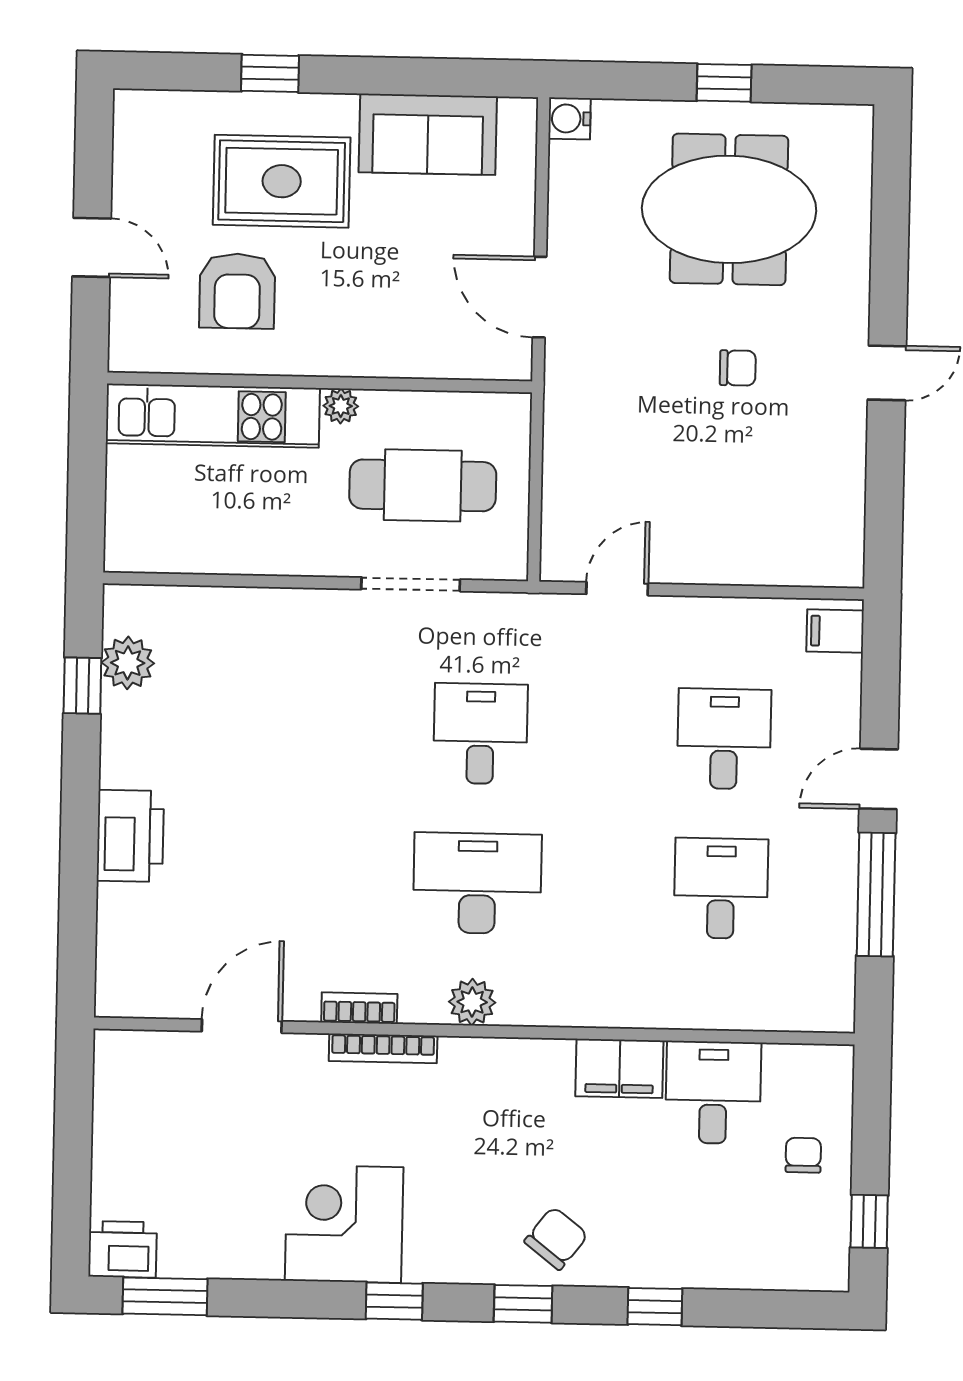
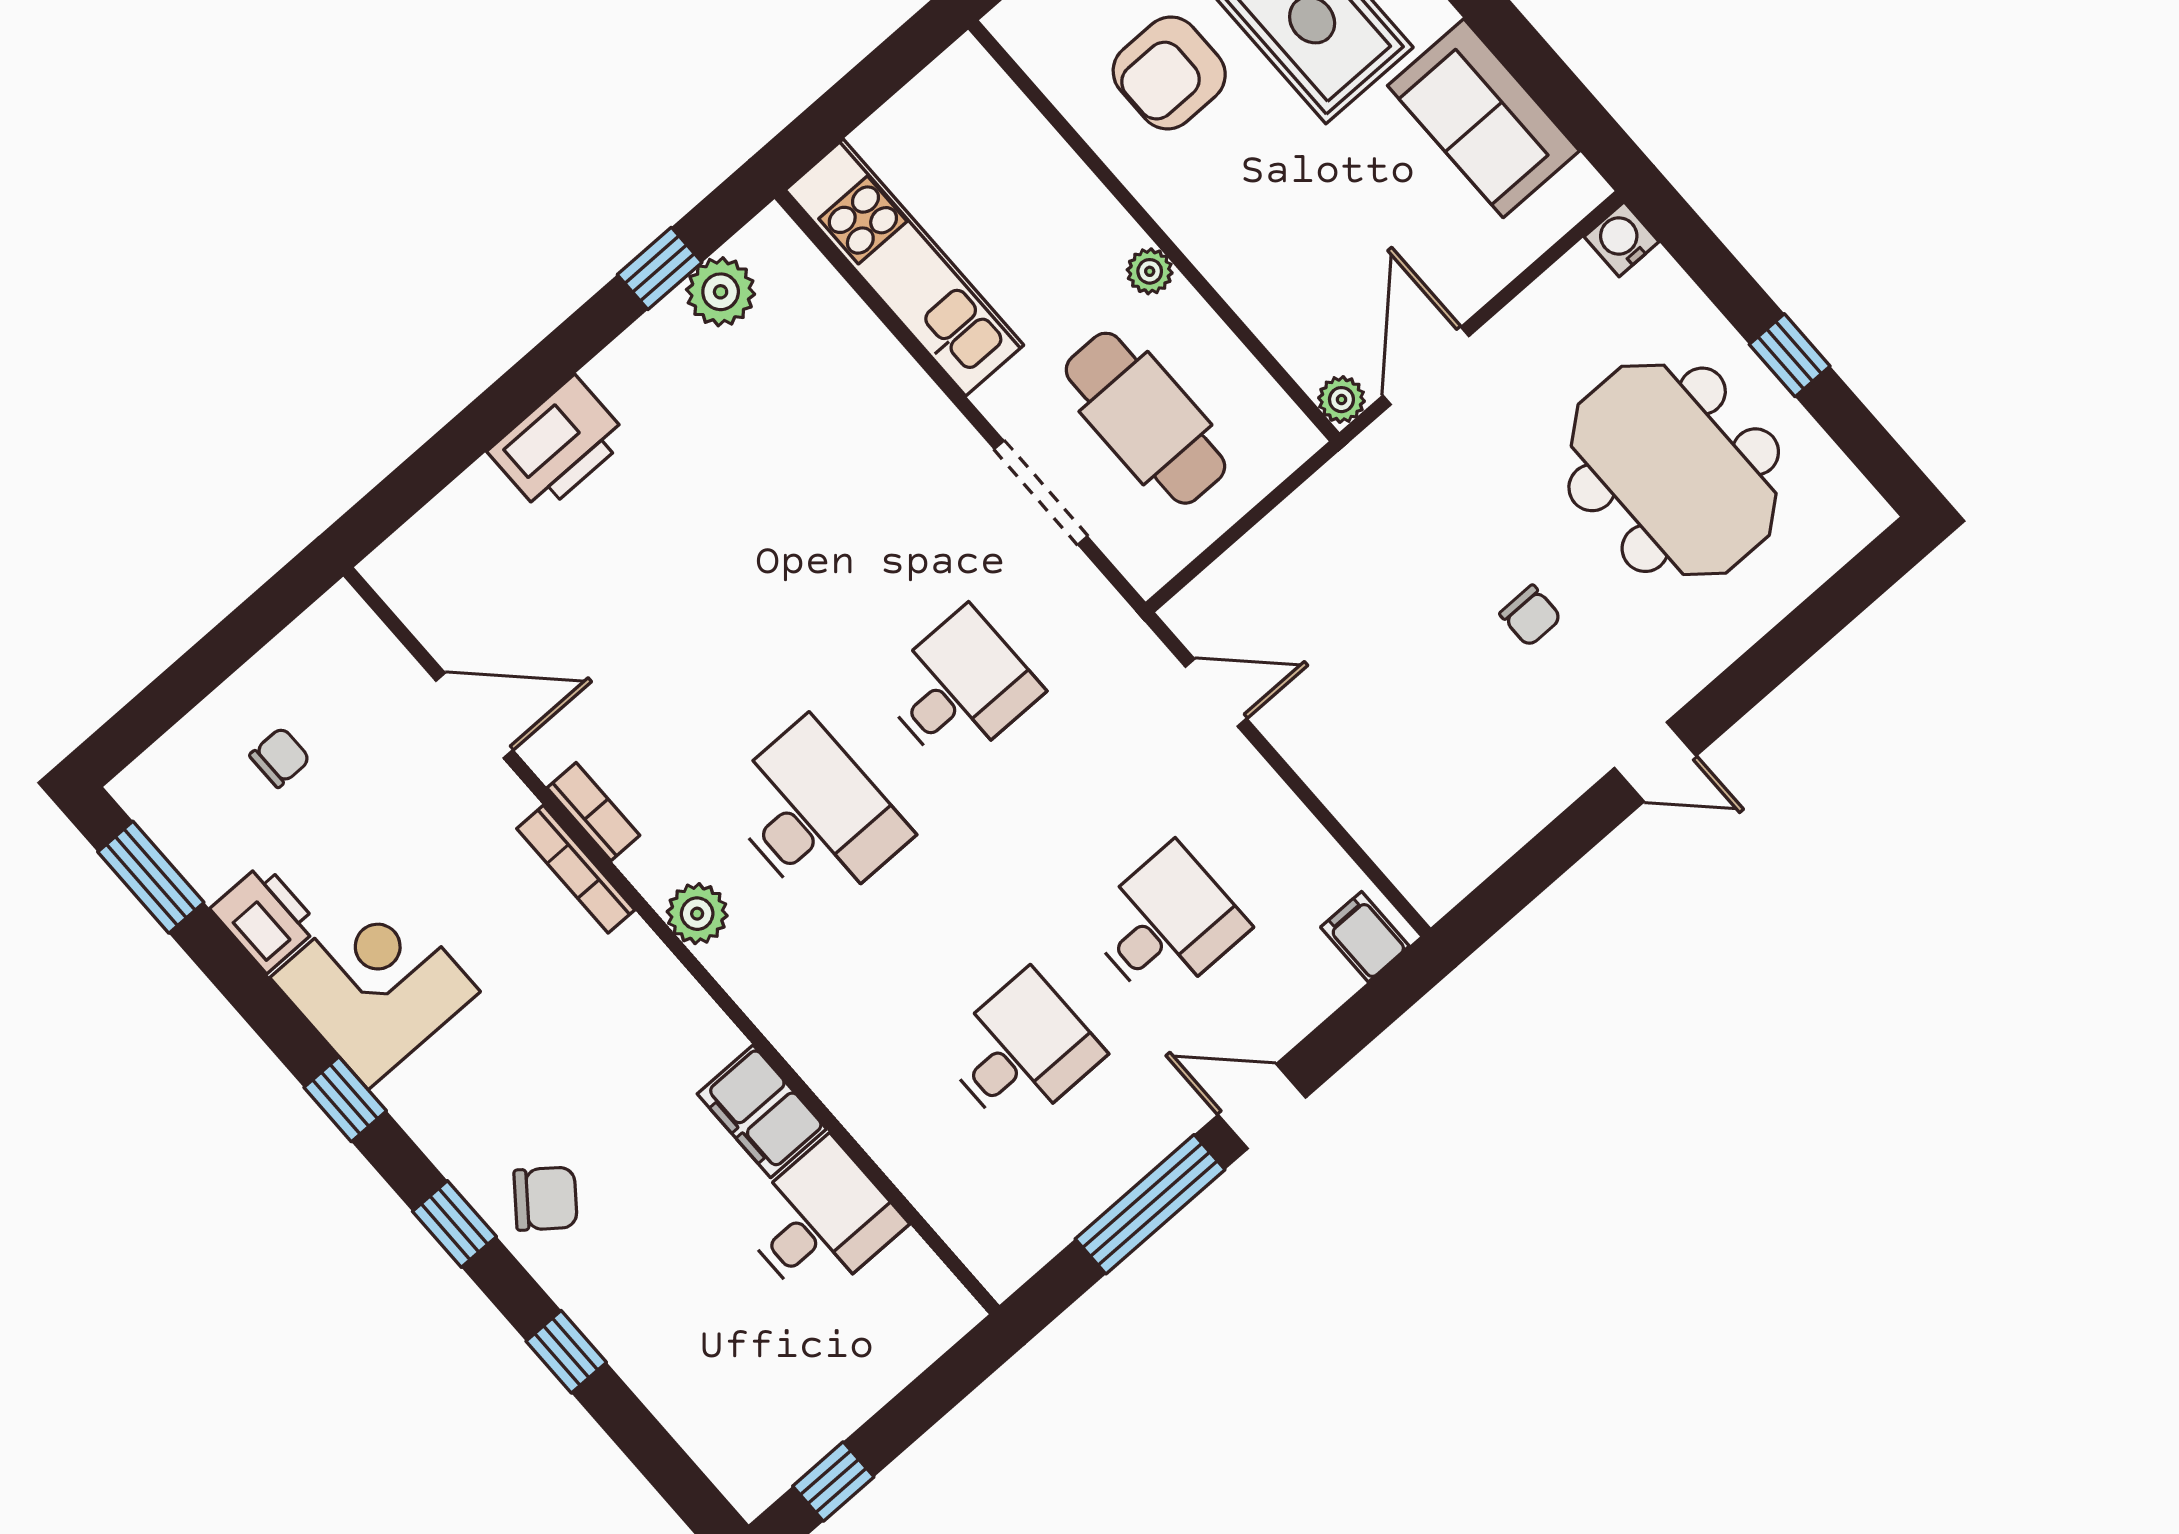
plant: (515, 363) -> (1341, 400), added
kitchen unit: (213, 416) -> (904, 267), moved, turned 180
chair: (803, 1155) -> (280, 757), moved
printer: (123, 1249) -> (265, 918), moved

